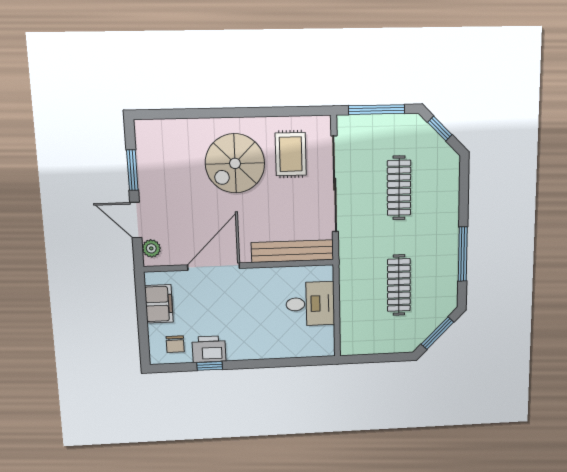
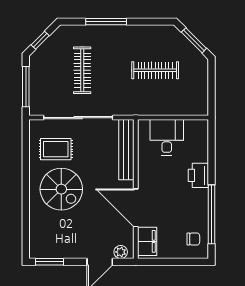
window: (132, 170) -> (49, 262), moved
clothes rail: (399, 188) -> (82, 70), turned 90
window: (463, 254) -> (106, 22), moved
filing cabinet: (159, 304) -> (147, 241), moved, turned 90
printer: (209, 349) -> (198, 175), moved
window: (210, 366) -> (211, 214), width x3.17

